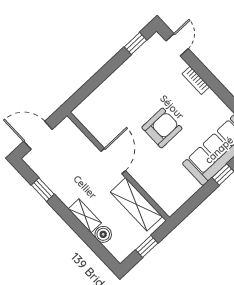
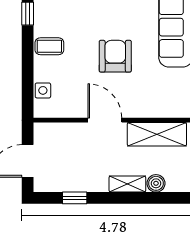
coffee table: (127, 78) -> (49, 46), added
side table: (94, 101) -> (43, 90), added

